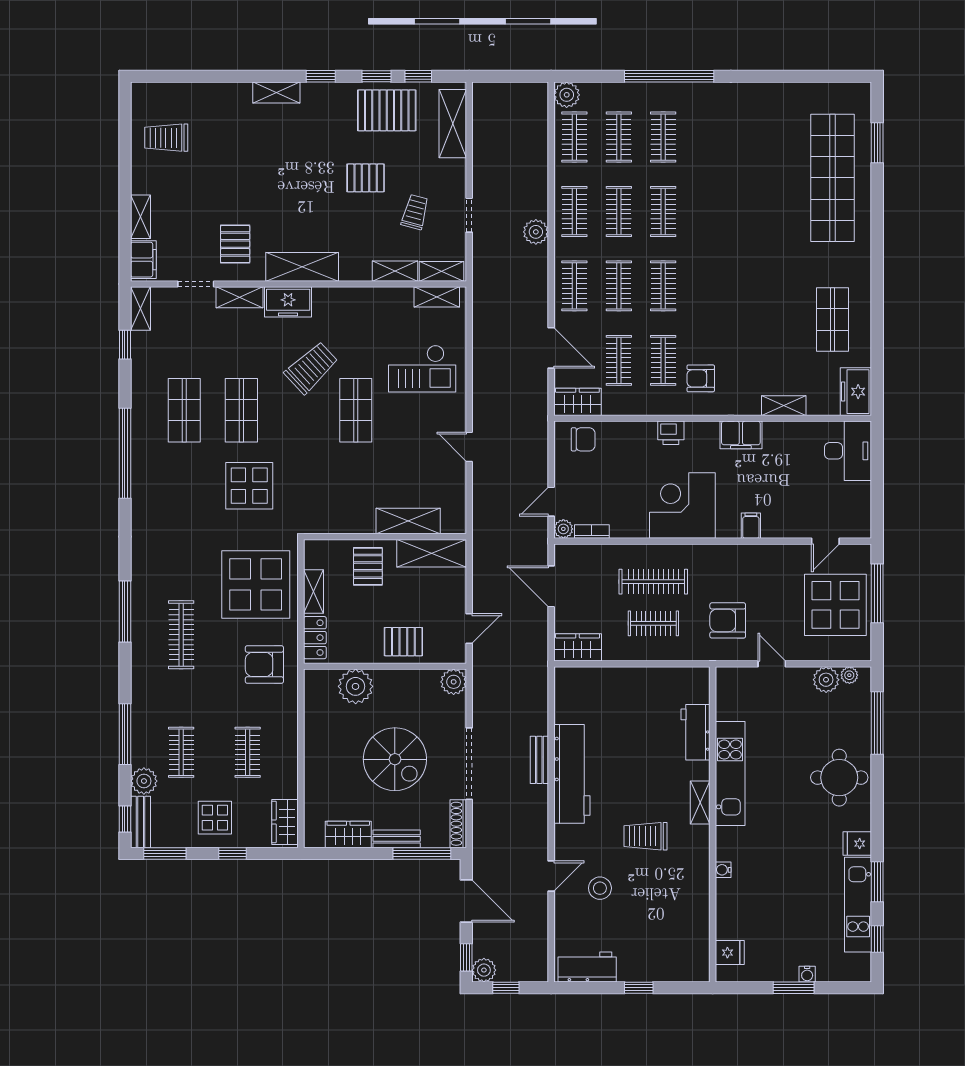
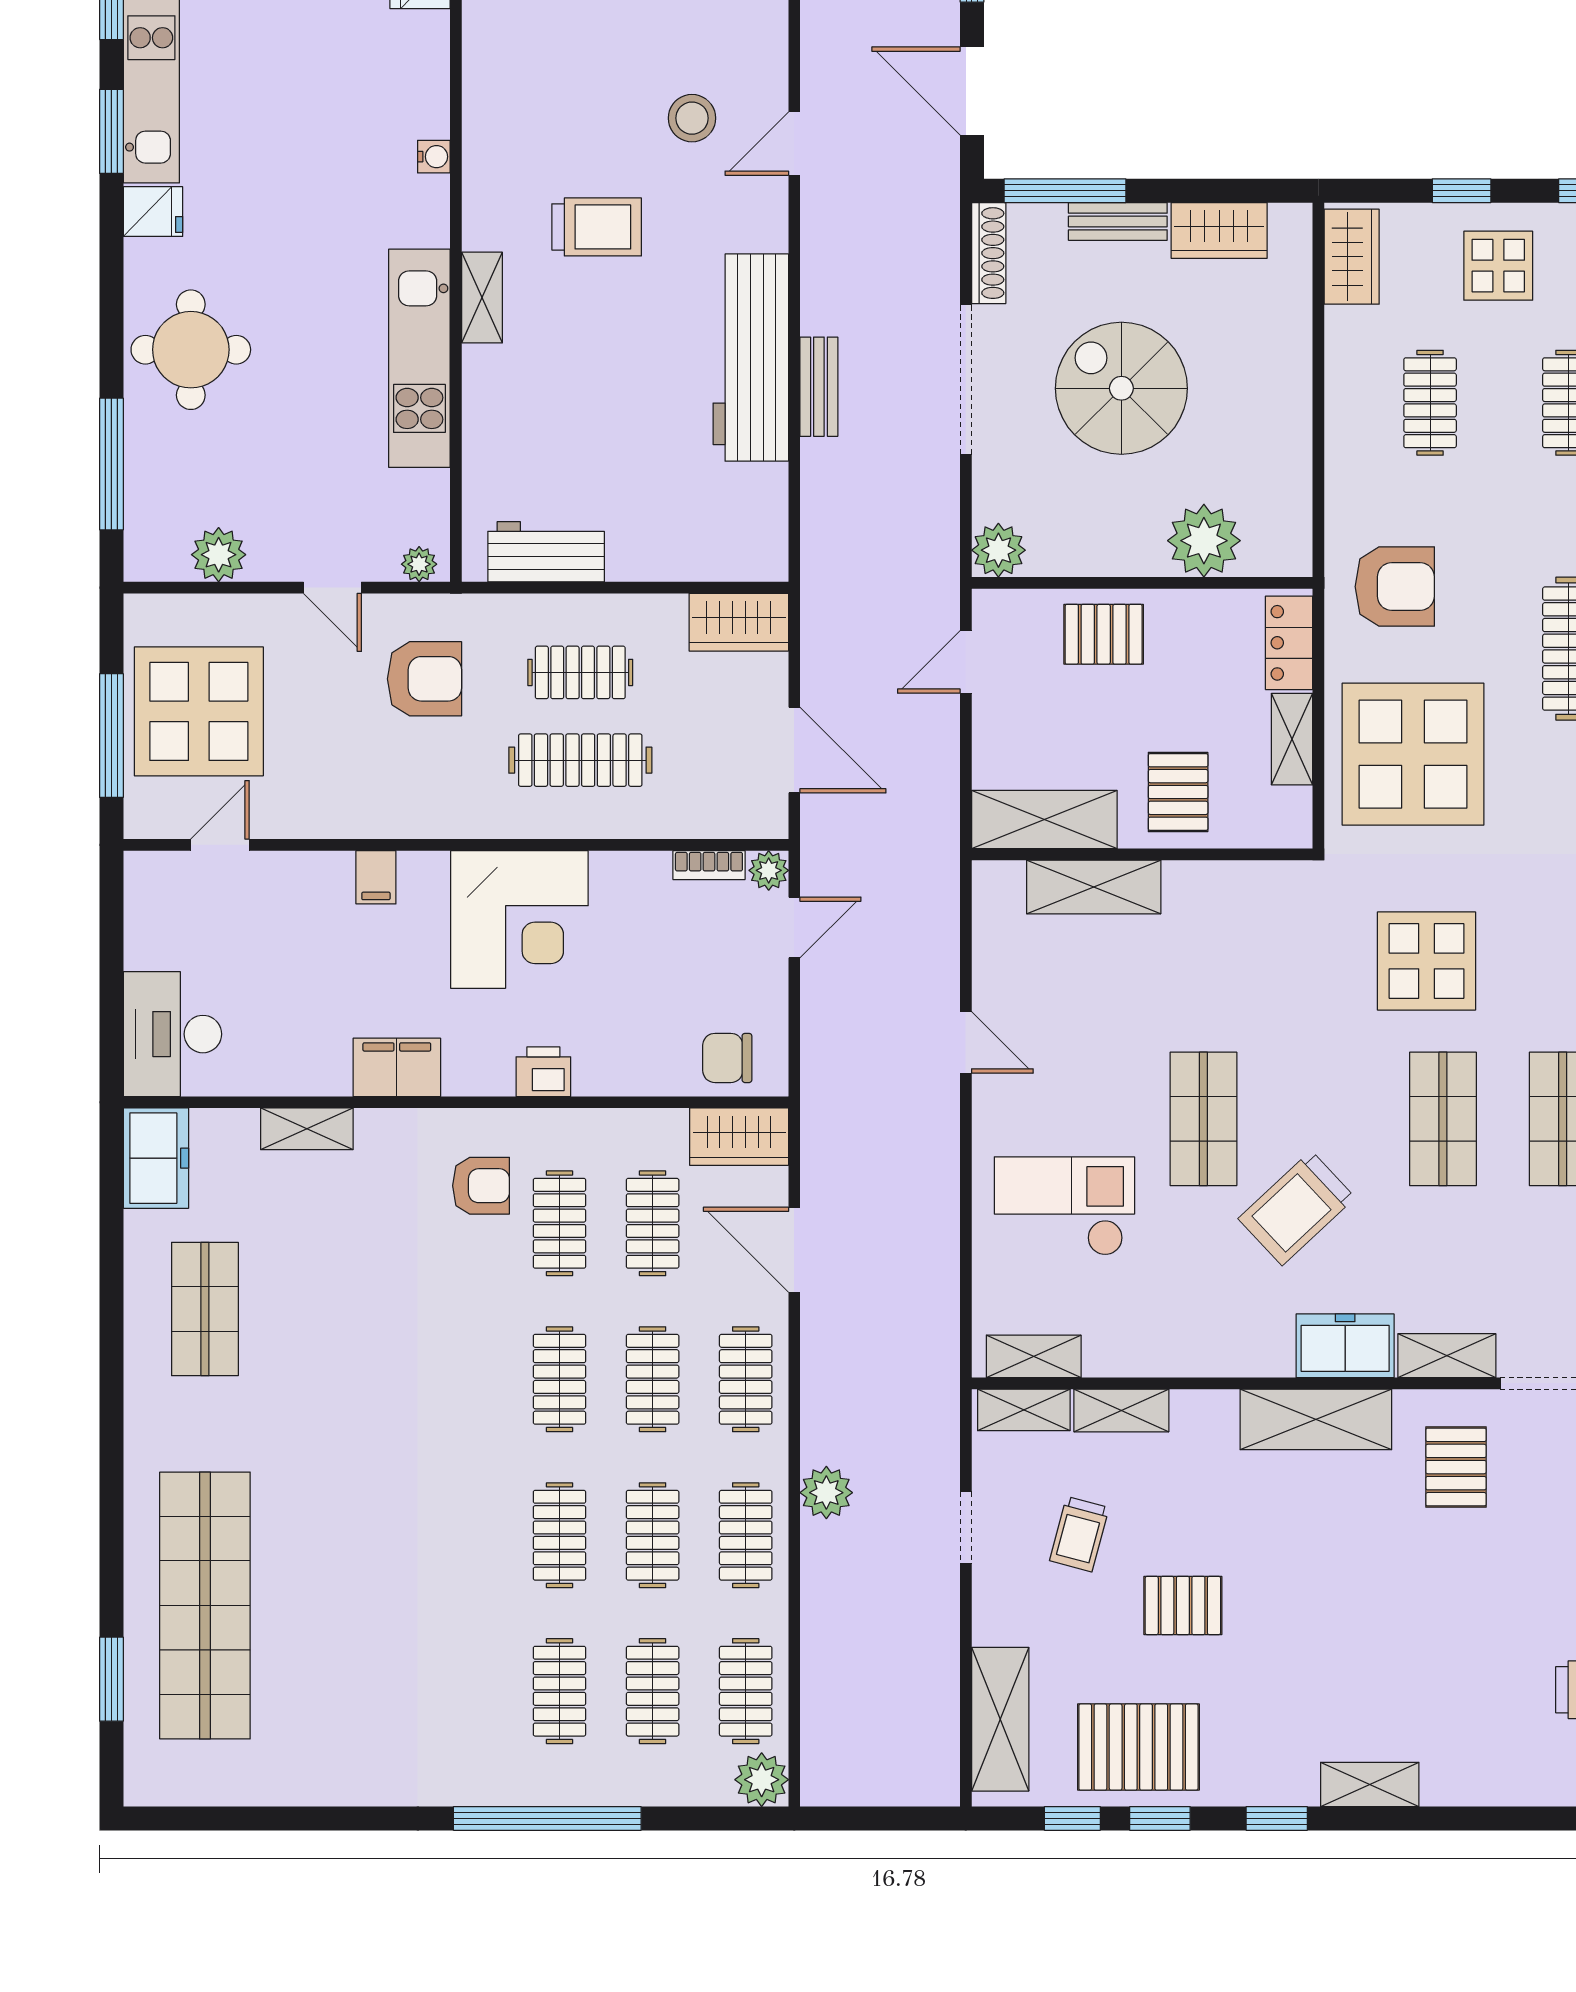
plant: (849, 675) -> (419, 564), moved
workbench: (696, 732) -> (546, 552), moved, turned -90

